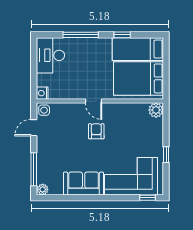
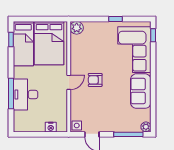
window: (122, 35) -> (11, 40), moved
desk: (50, 55) -> (25, 94), moved, turned 90
nightstand: (42, 93) -> (51, 127), moved

